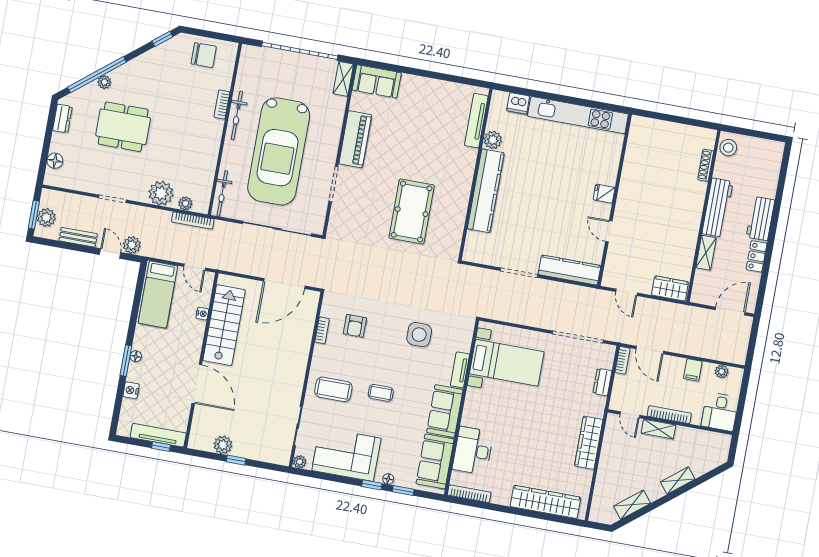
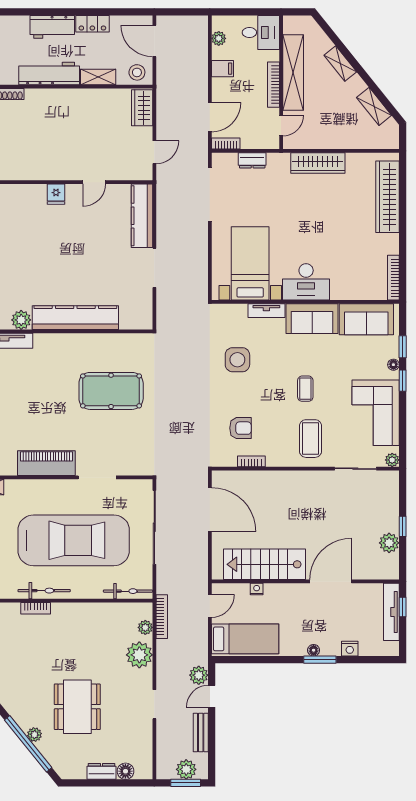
dresser: (62, 119) -> (102, 771), moved
stool: (704, 290) -> (137, 72), added
shelving: (658, 429) -> (293, 72), width x2.20, depth x1.33
desk: (473, 451) -> (306, 282), moved

